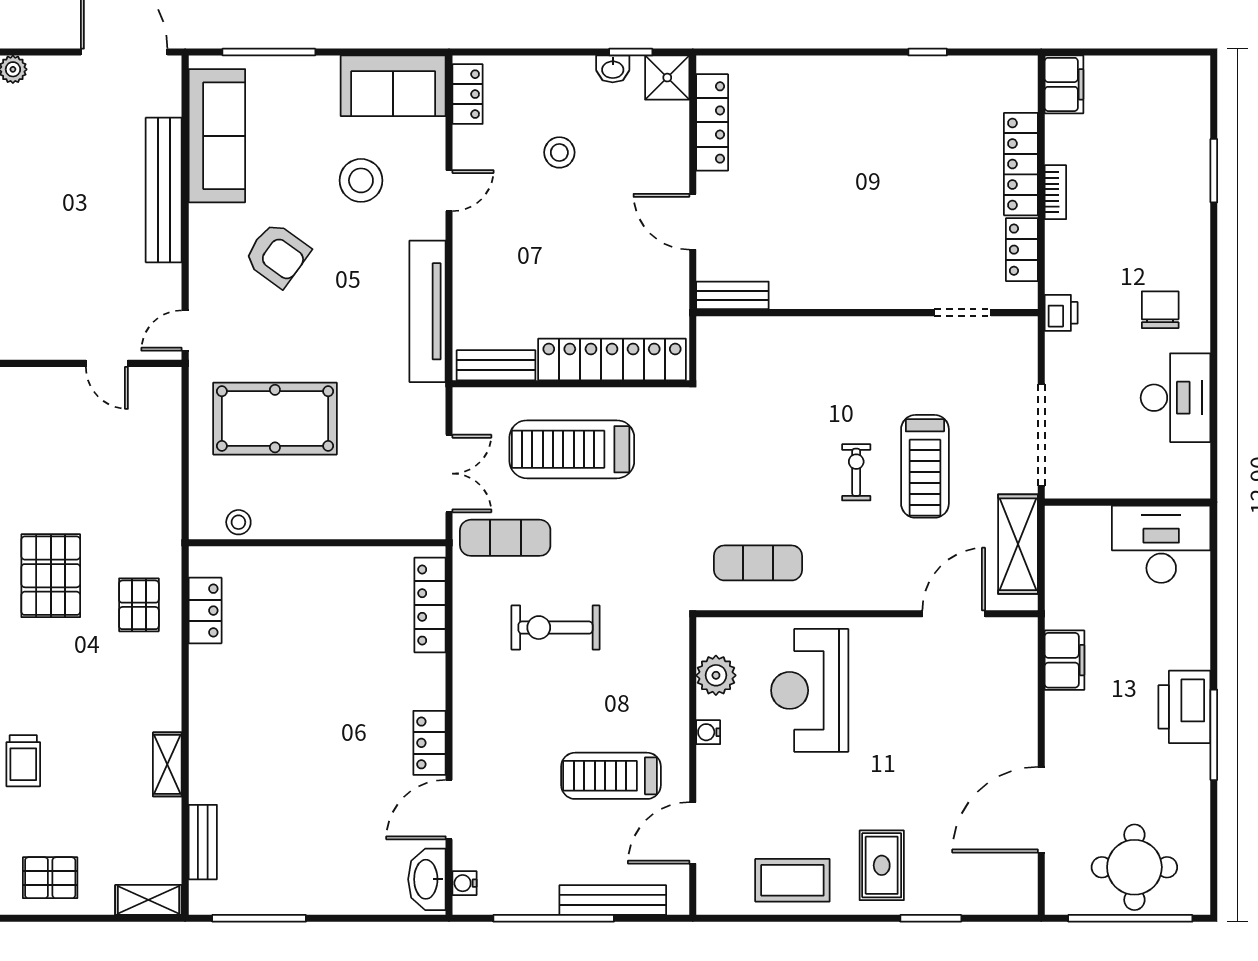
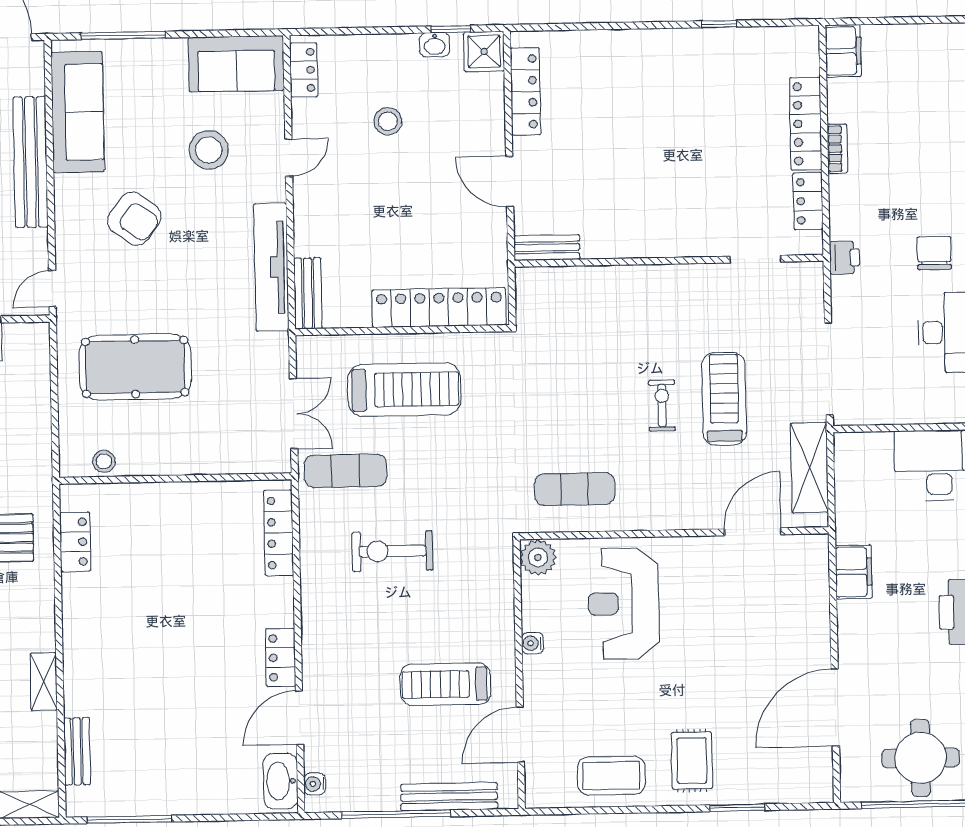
bench: (496, 365) -> (308, 293), moved, turned 90
treadmill: (572, 449) -> (404, 390), turned 180
treadmill: (925, 466) -> (724, 399), turned 180
plant: (716, 675) -> (538, 557), moved

